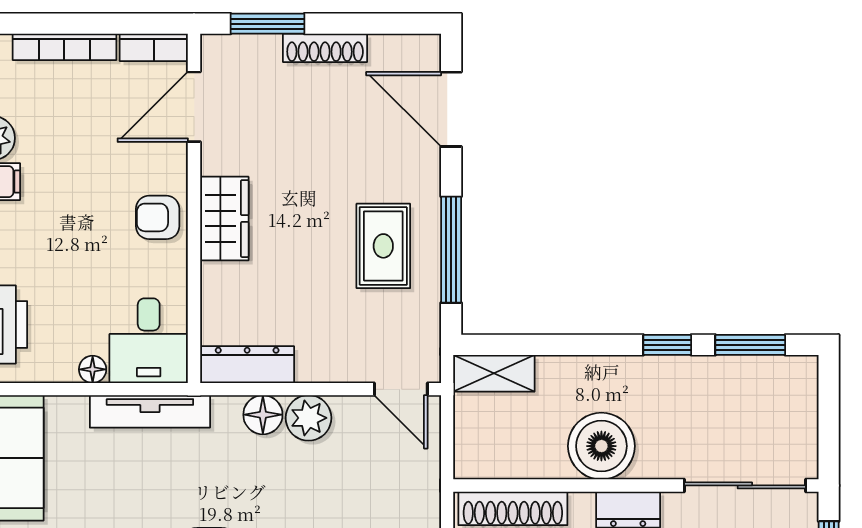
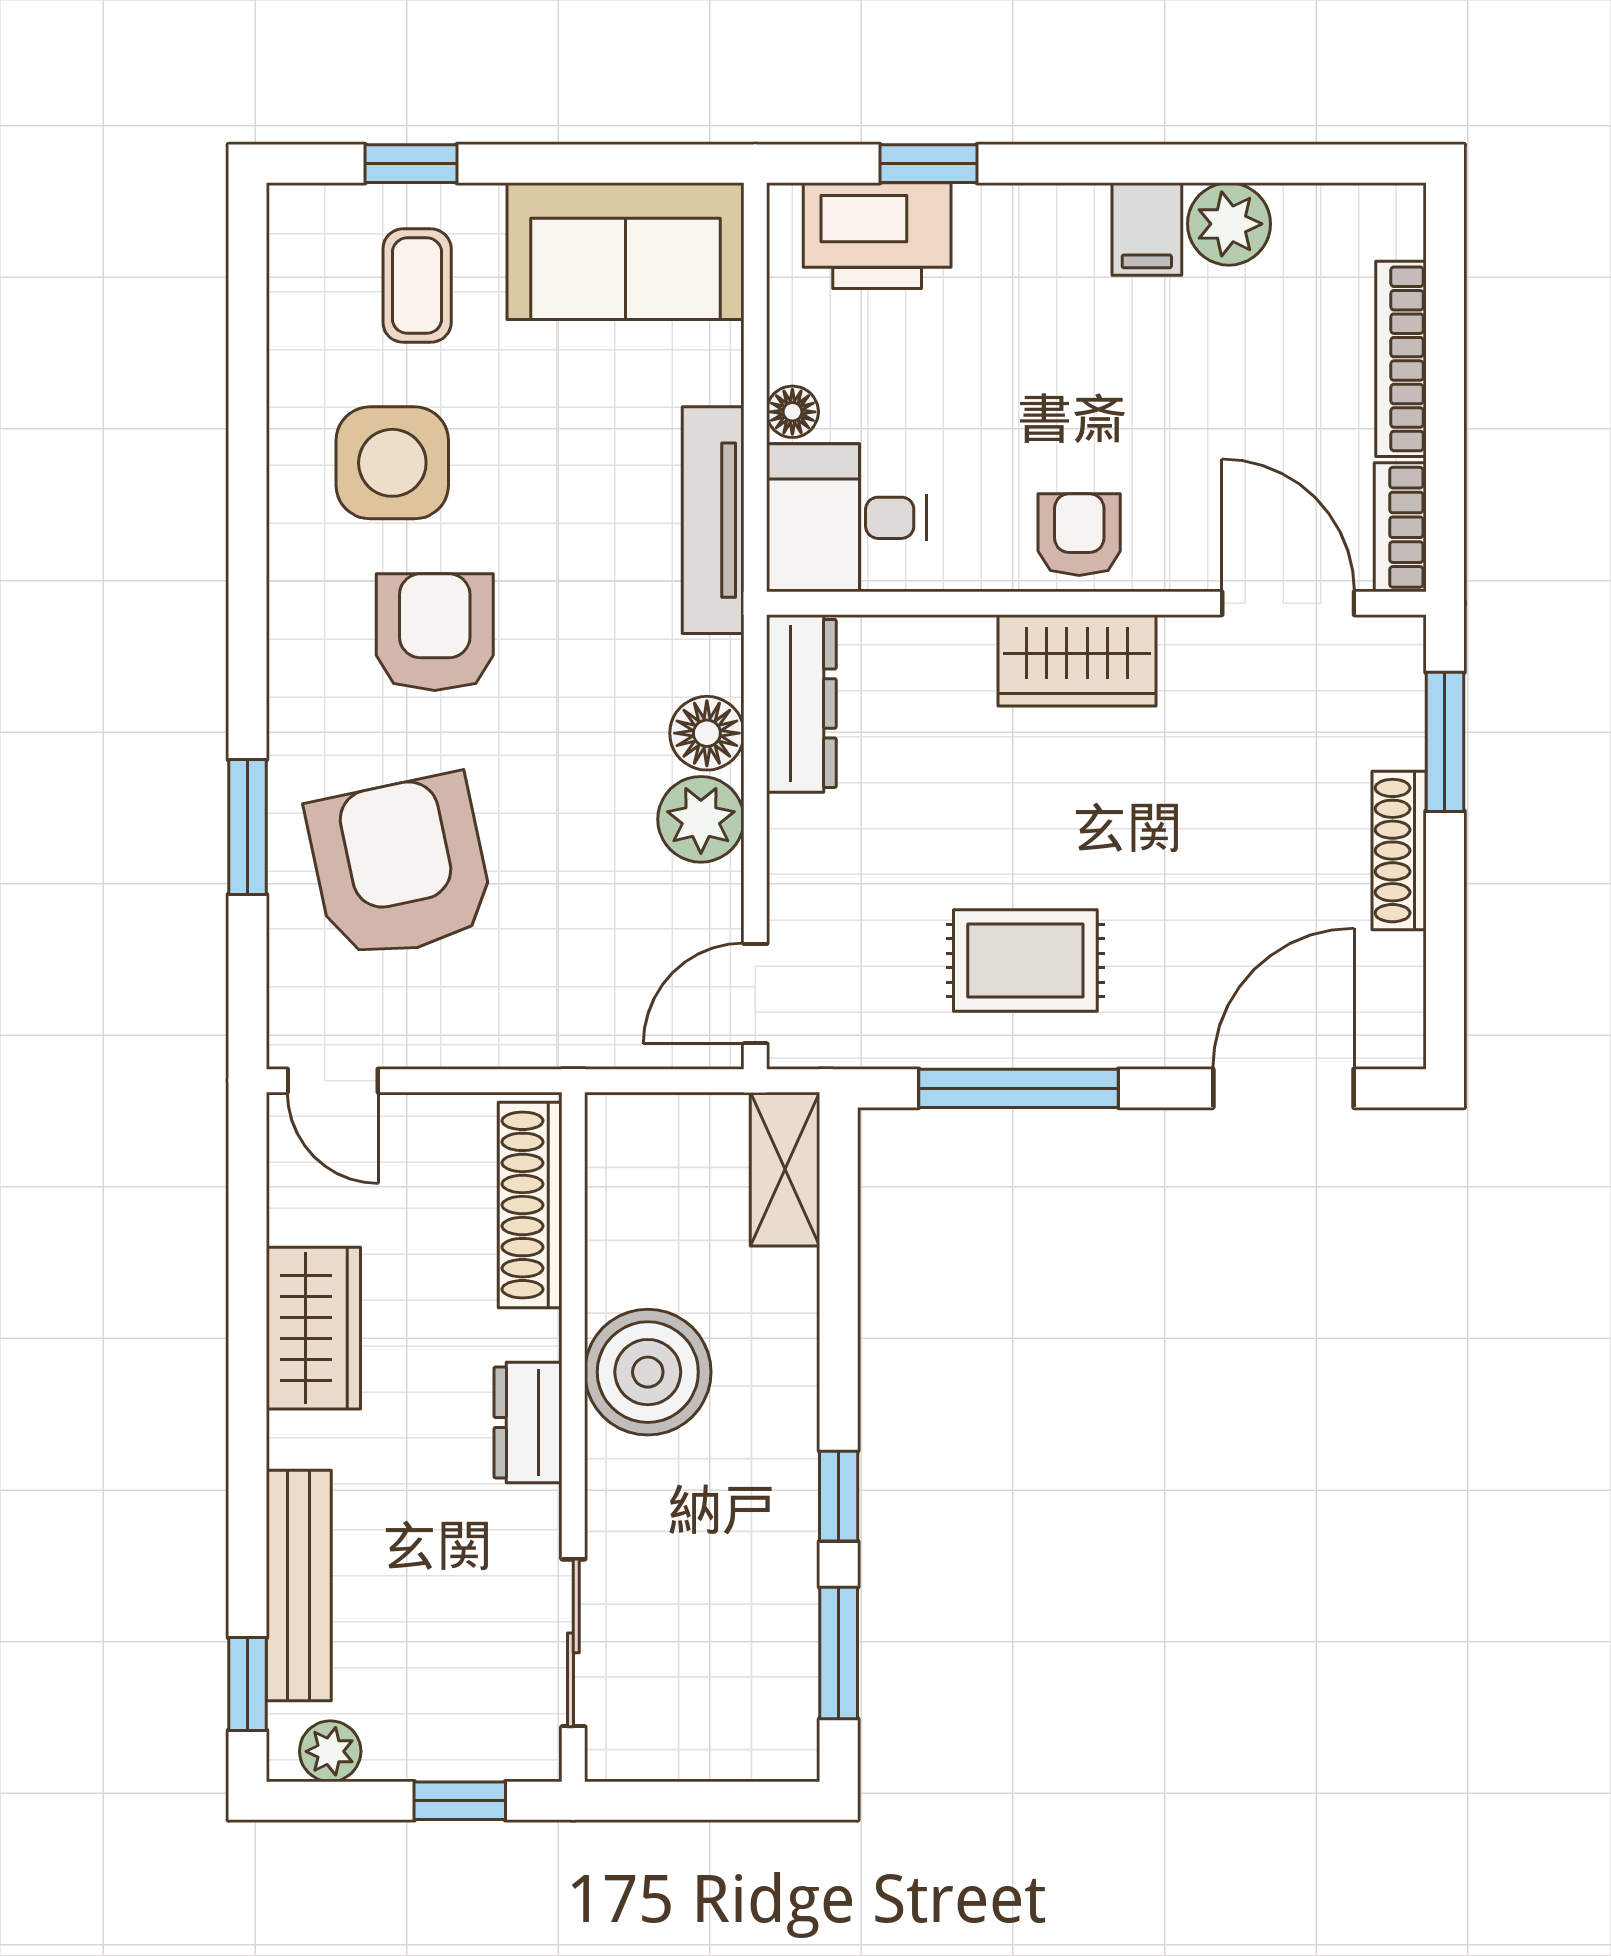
sliding door: (745, 485) -> (573, 1643), width x0.73

